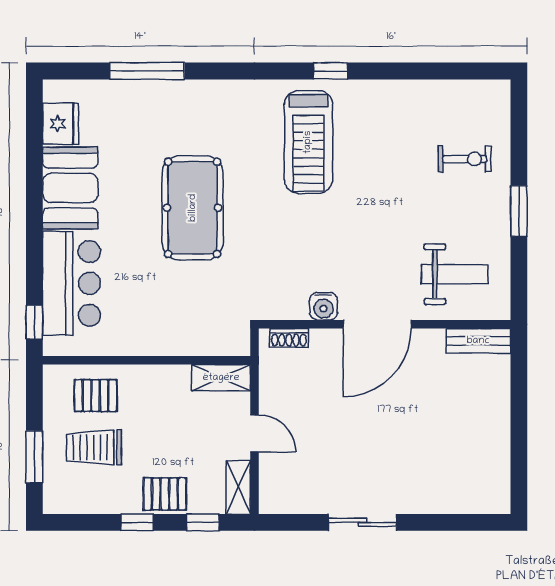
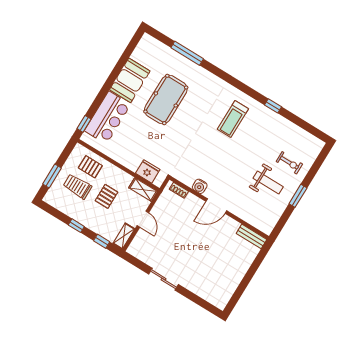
window: (331, 71) -> (273, 106), moved
fridge: (61, 124) -> (148, 171), moved, turned -90
treadmill: (308, 142) -> (233, 119), width x0.73, depth x0.73
pool table: (193, 208) -> (166, 99), moved
weight bench: (455, 274) -> (268, 183), moved
door: (377, 324) -> (216, 206), width x0.73
pallet: (165, 494) -> (106, 196), moved, turned 90

